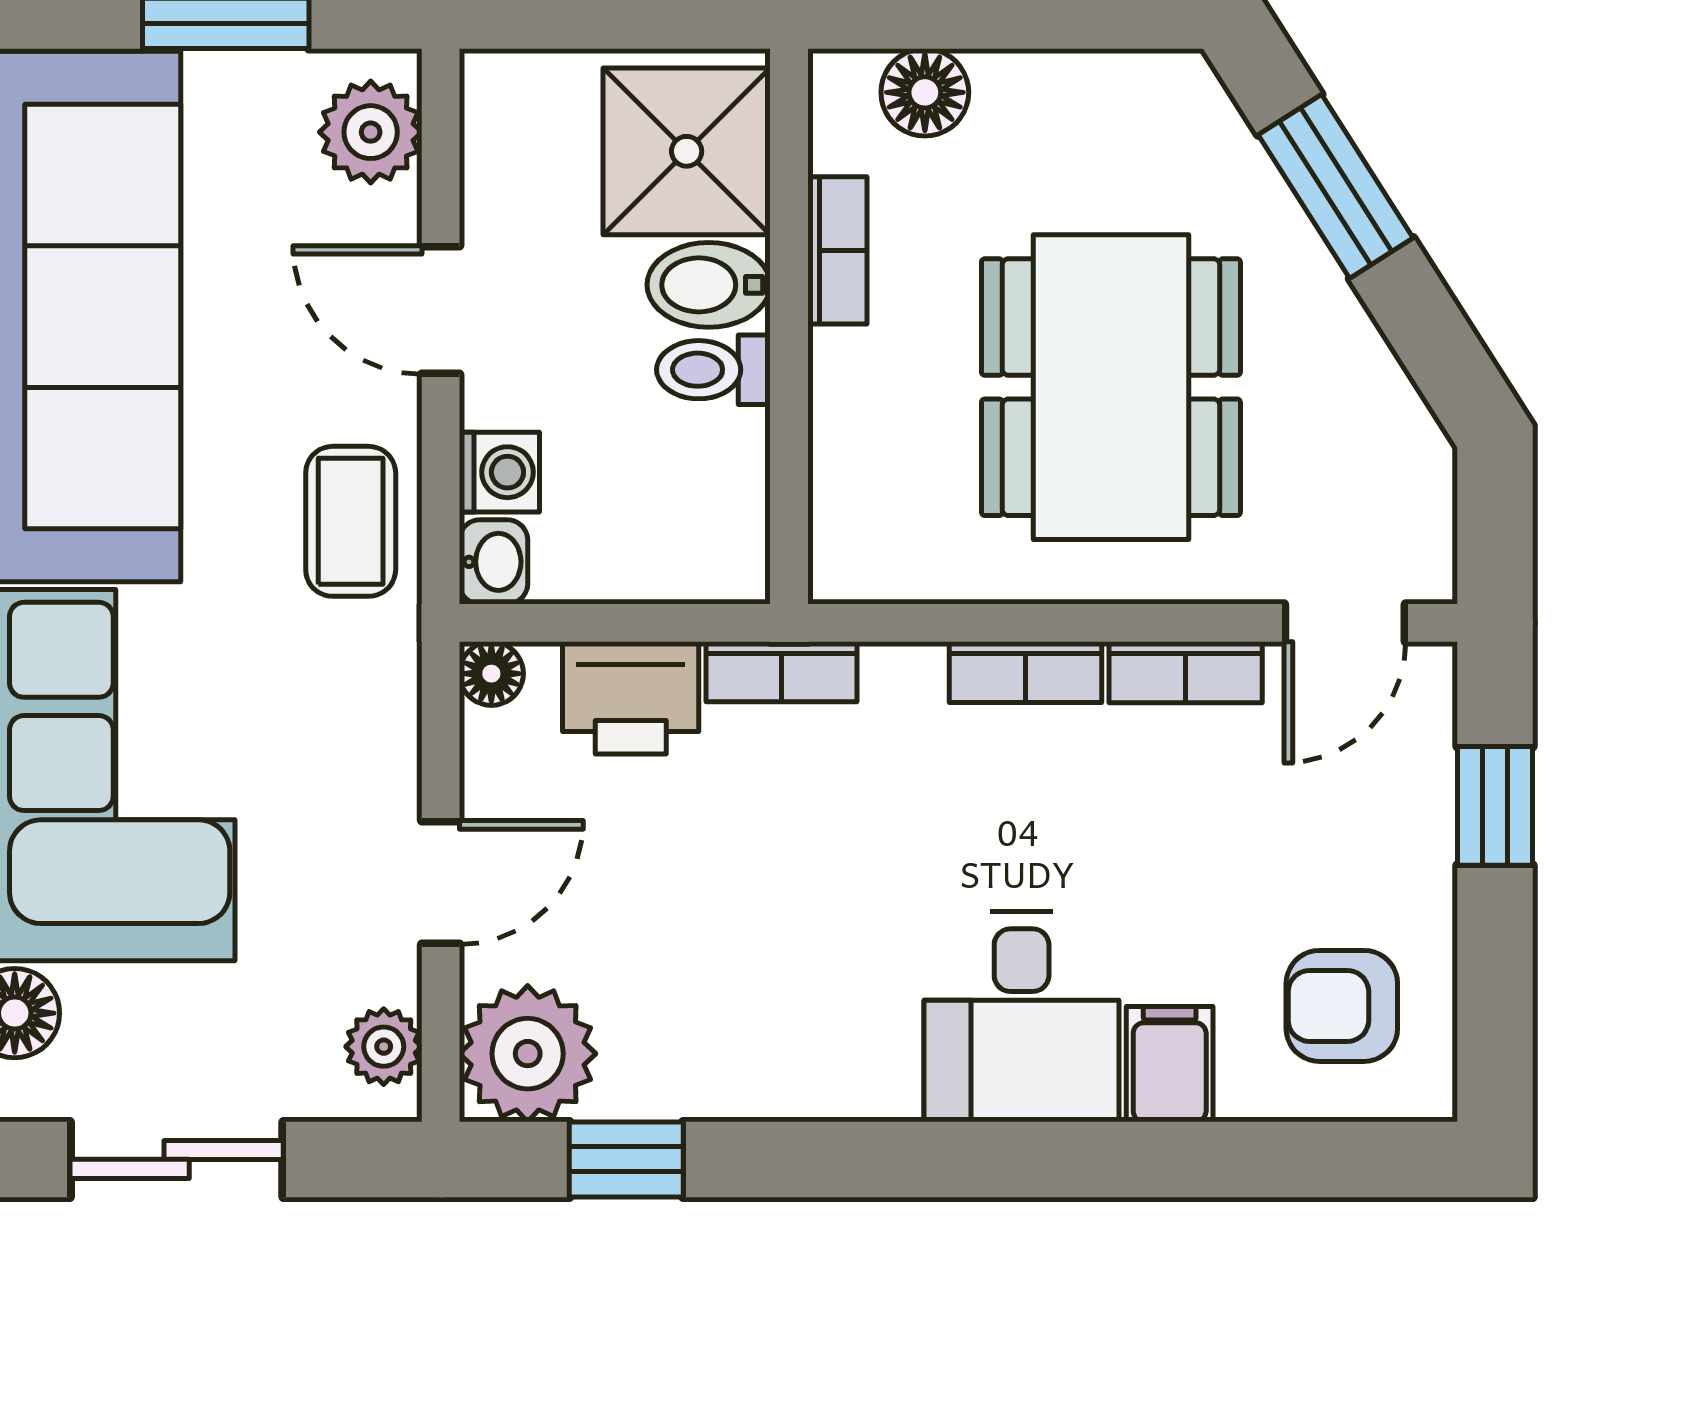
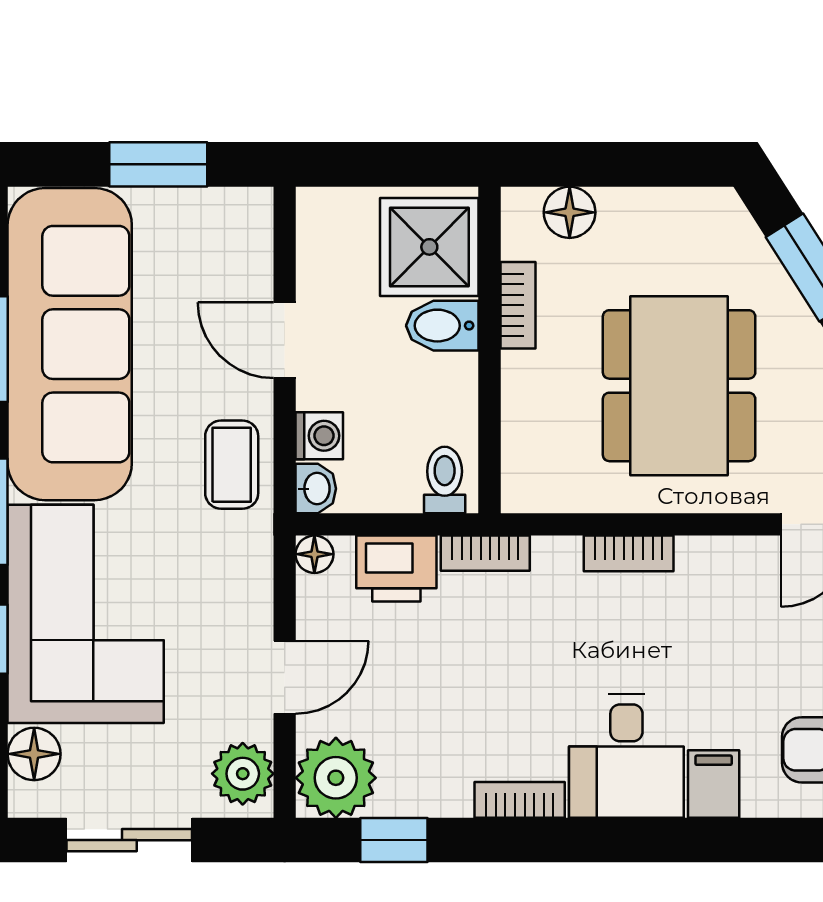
plant: (371, 132) -> (243, 236), removed
toilet: (713, 370) -> (445, 480), moved, turned 90
bookcase: (1186, 672) -> (520, 800), moved, turned 180
plant: (384, 1047) -> (243, 774), width x1.38, depth x1.38

